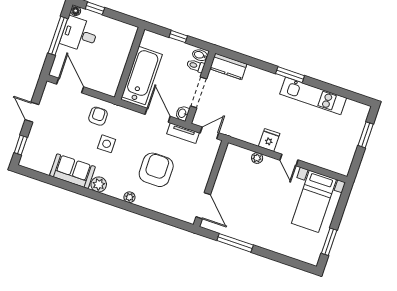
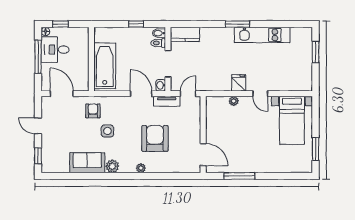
wall: (130, 63) -> (91, 59), moved
bathtub: (142, 76) -> (105, 66), moved

